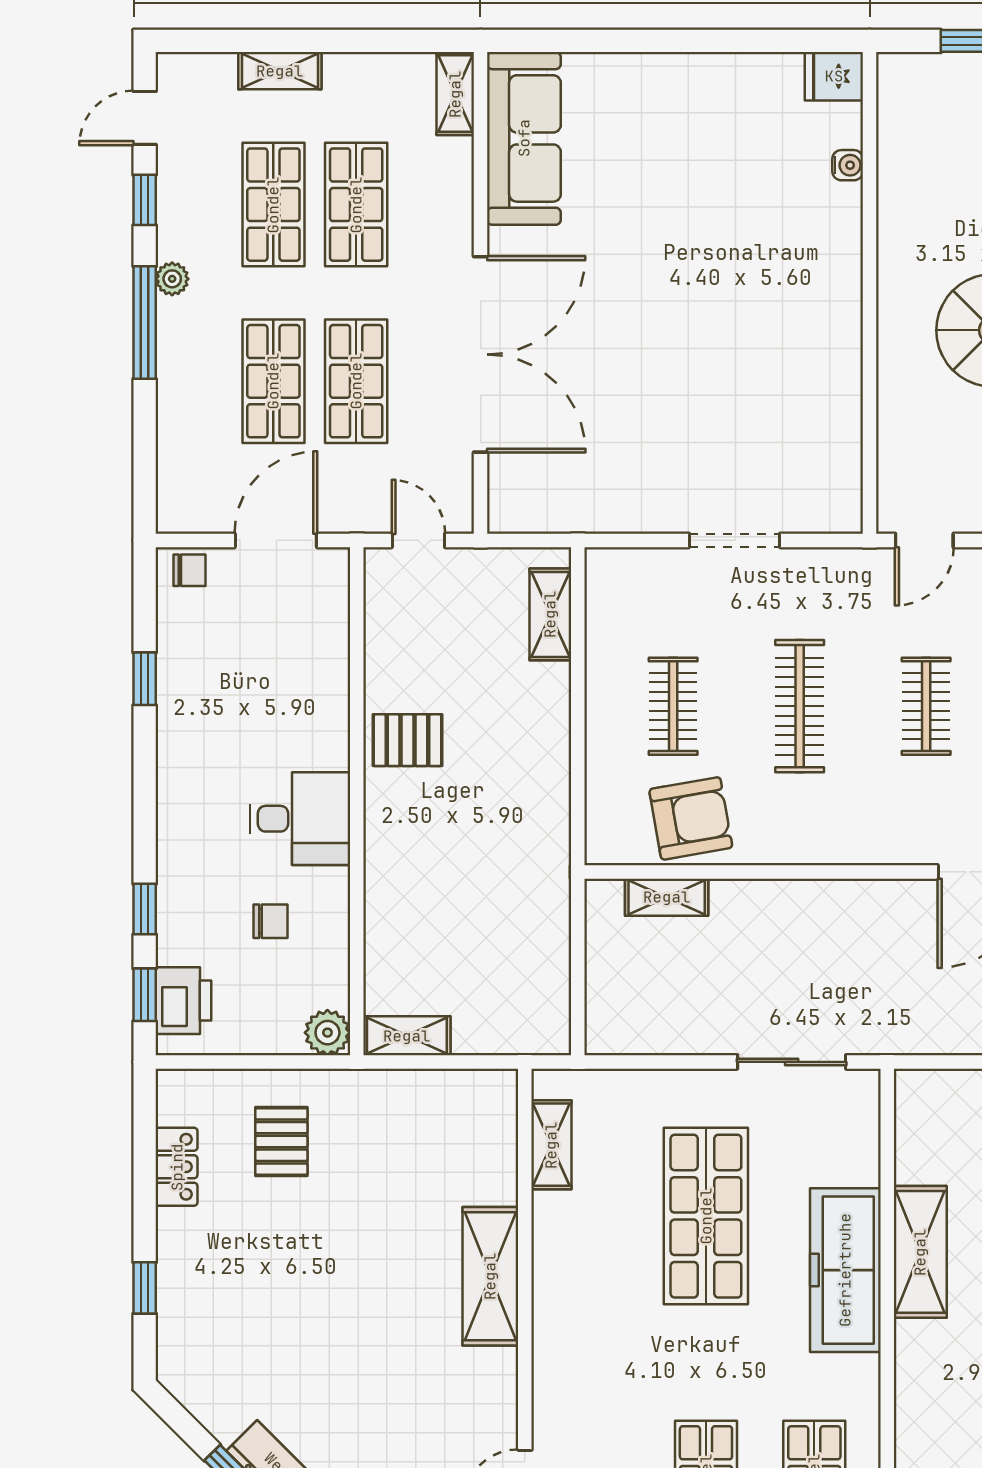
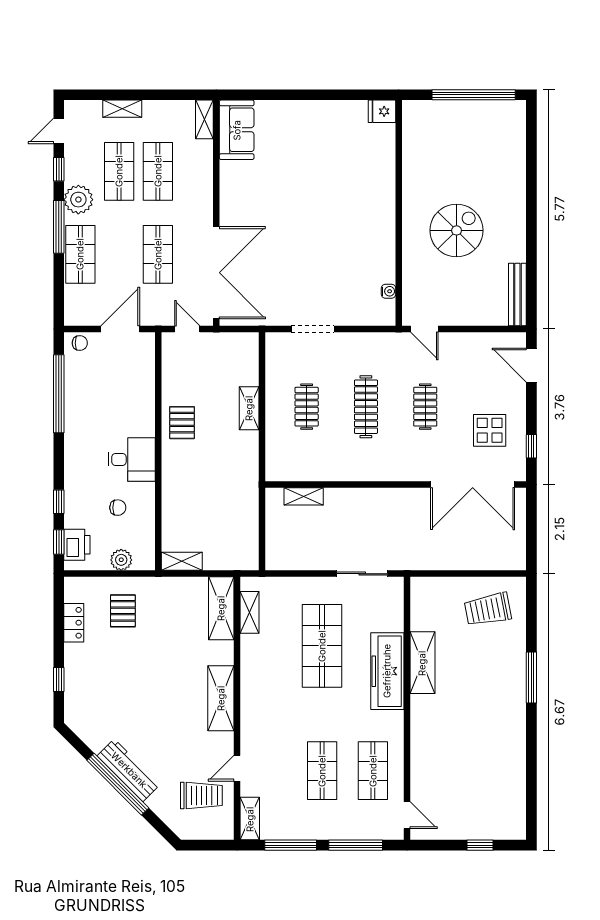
sofa: (524, 138) -> (237, 130), width x0.73
water cooler: (848, 165) -> (388, 291), moved
plant: (172, 279) -> (78, 200), width x1.87, depth x1.87
double door: (481, 354) -> (216, 273), moved
shop shelf: (273, 381) -> (80, 254), moved
doorway: (735, 540) -> (313, 329), moved
door: (924, 540) -> (424, 329), hinge flipped
shelving: (550, 614) -> (249, 408), moved
window: (145, 679) -> (59, 394), width x3.17
pallet: (407, 740) -> (182, 423), turned 90
armchair: (691, 818) -> (315, 459), removed
plant: (327, 1033) -> (121, 560), moved
shelving: (491, 1136) -> (221, 608), added
shelving: (490, 1276) -> (221, 698), moved

